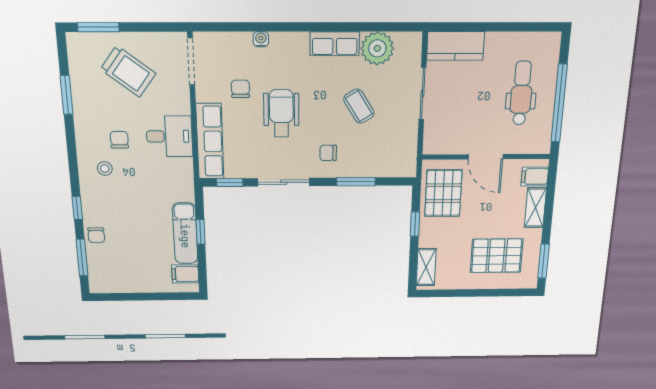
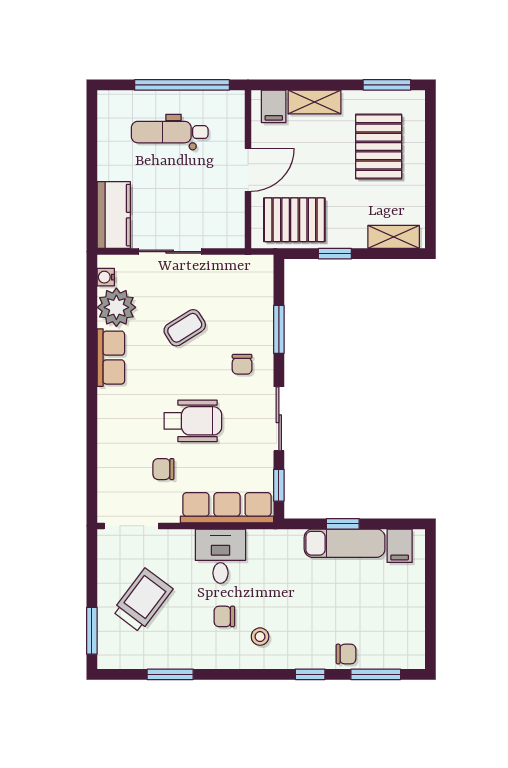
water cooler: (261, 39) -> (106, 277), moved
wheelchair: (281, 113) -> (193, 421), turned 180

